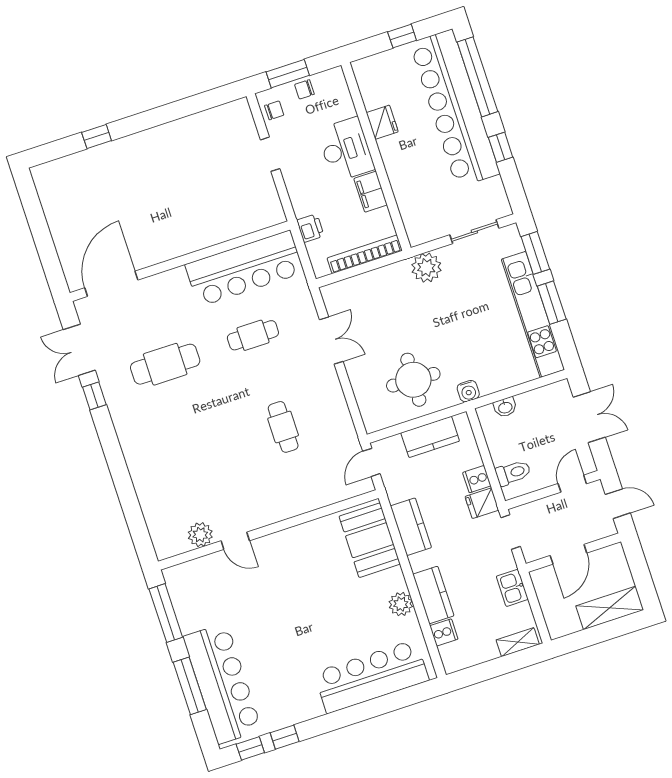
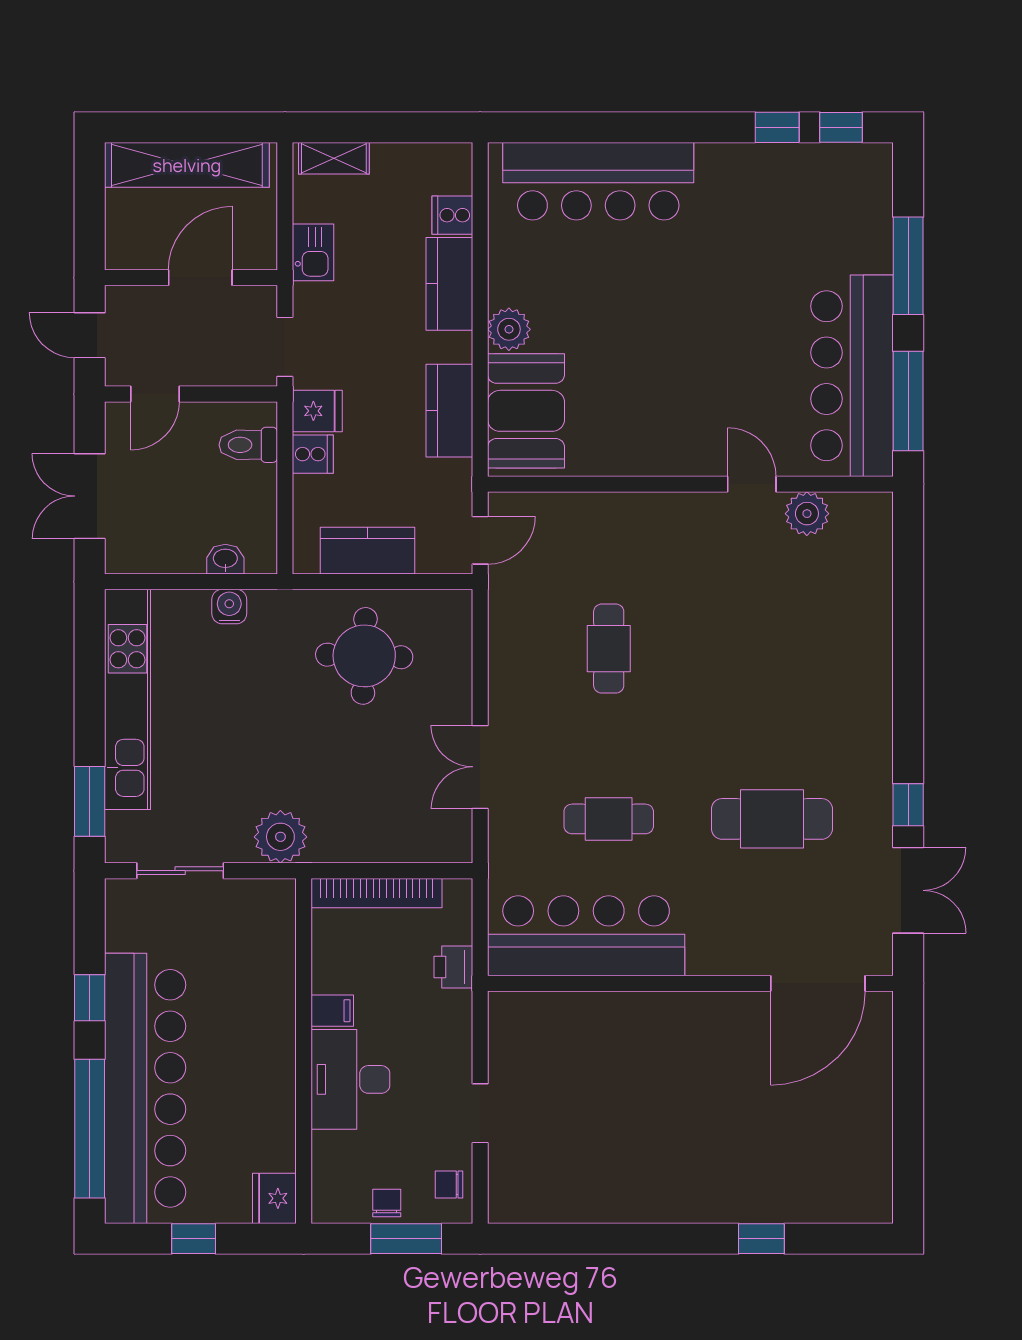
chair: (304, 89) -> (387, 1203), turned -90
fridge: (382, 122) -> (274, 1198), moved
filing cabinet: (371, 192) -> (332, 1011), width x0.50
window: (552, 303) -> (90, 709), removed
water cooler: (468, 391) -> (229, 607), moved
plant: (401, 604) -> (509, 329), moved
shelving: (610, 608) -> (187, 165), width x1.47
bar counter: (222, 683) -> (852, 376), moved

